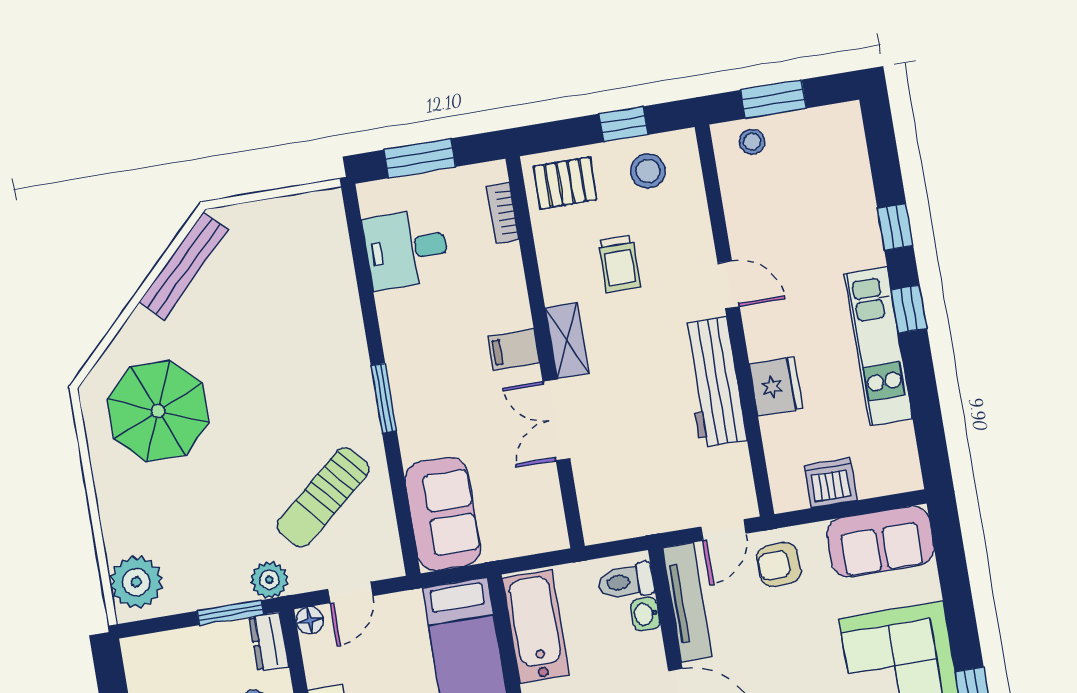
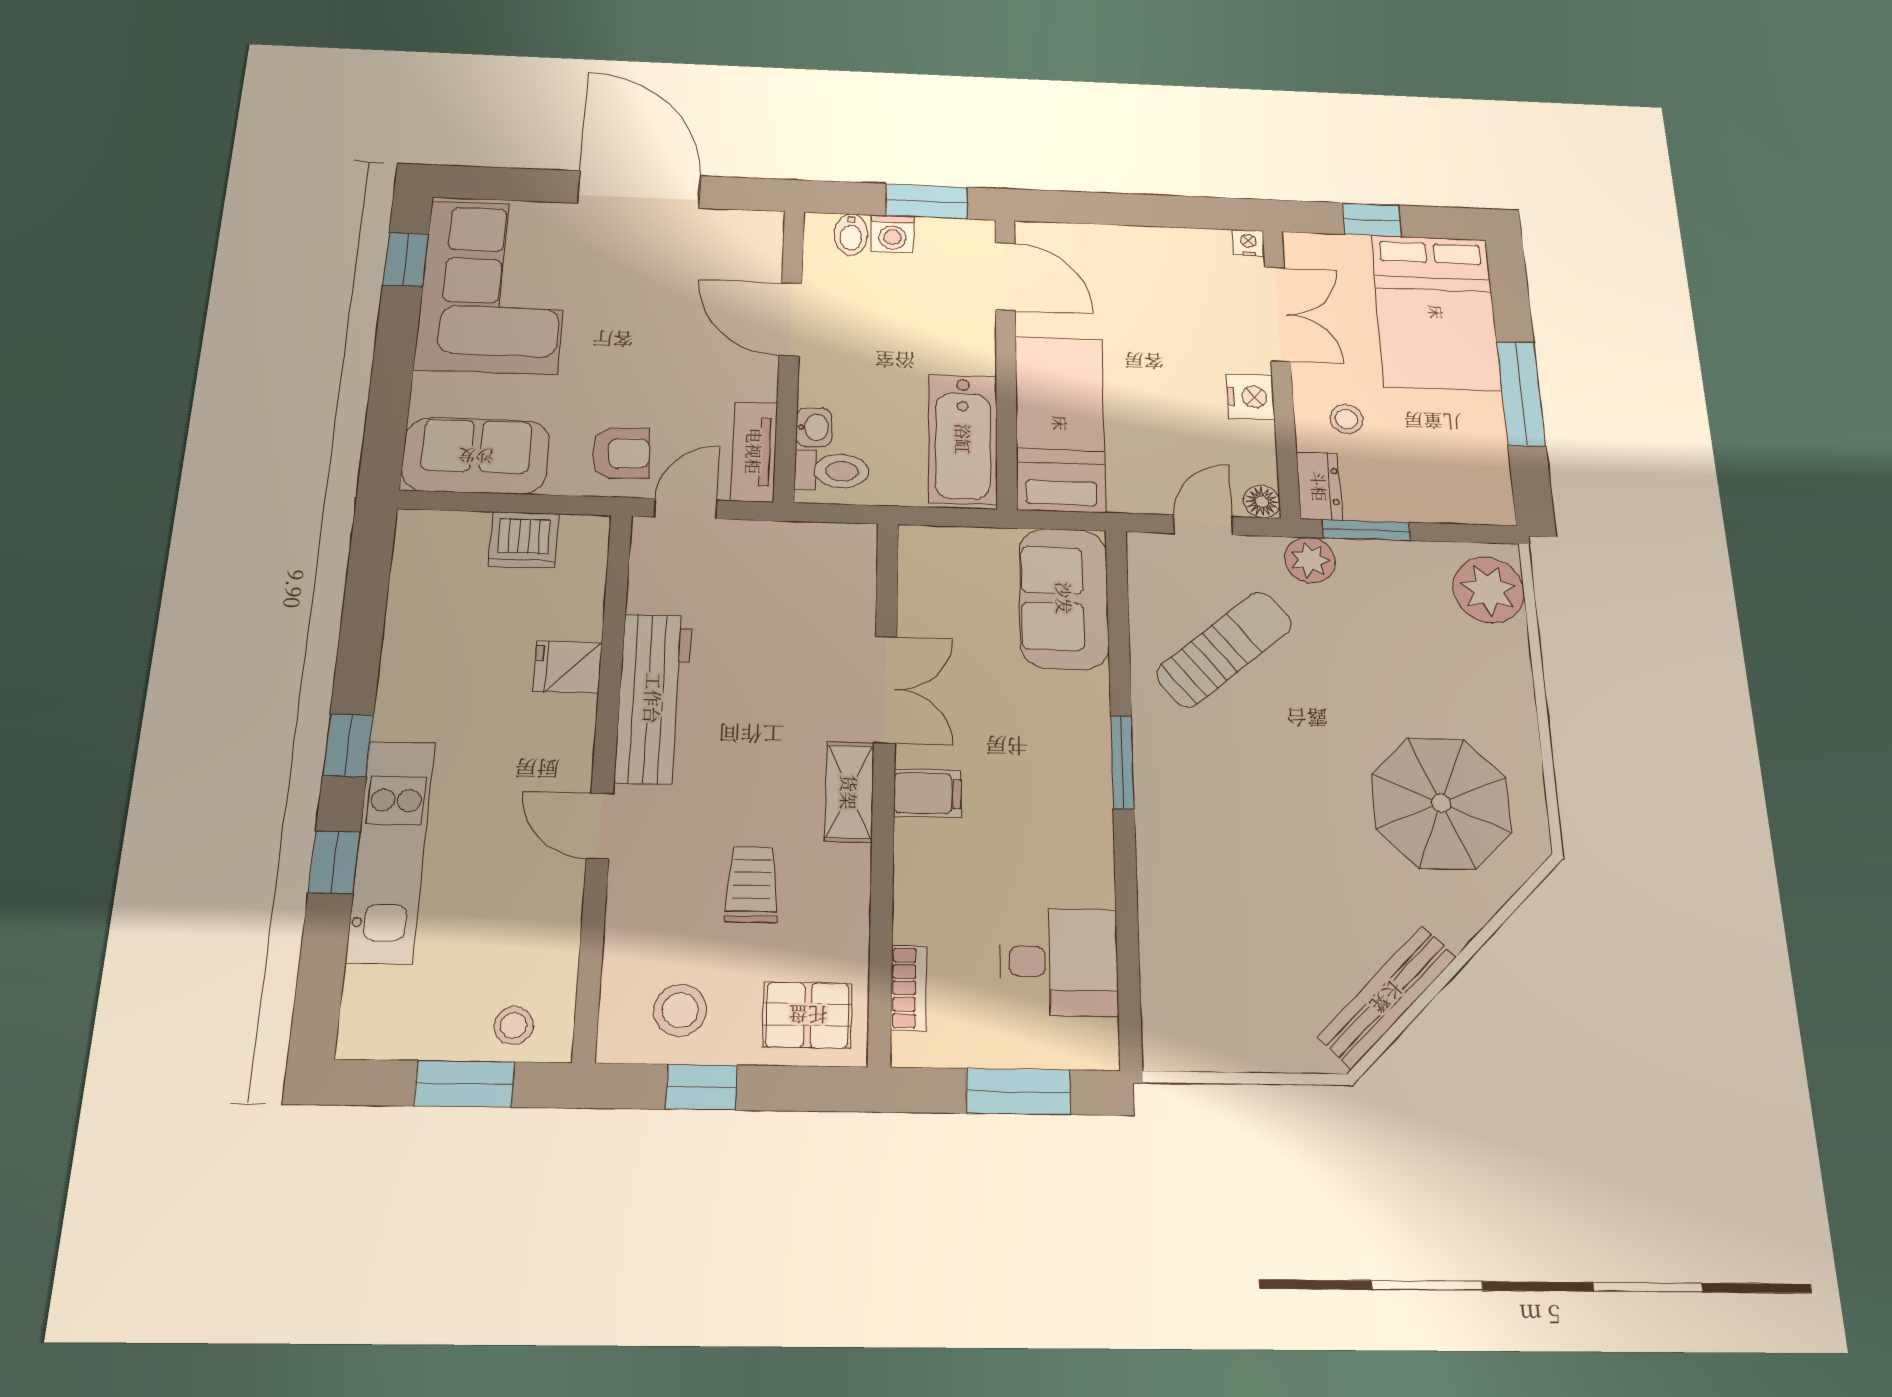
kitchen unit: (878, 346) -> (391, 851), moved
fridge: (776, 386) -> (568, 667), width x0.72
tv unit: (687, 602) -> (754, 451), width x0.71

